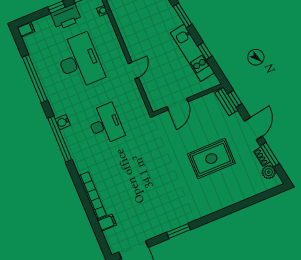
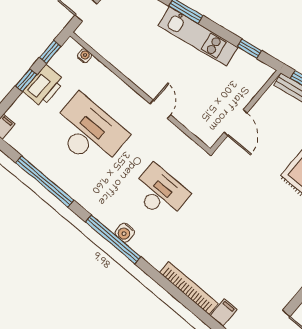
window: (205, 51) -> (249, 49), moved
kitchen unit: (192, 53) -> (198, 36), moved
water cooler: (63, 122) -> (125, 233), moved

